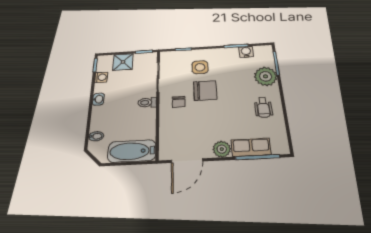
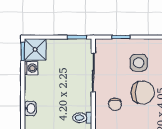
shower: (123, 62) -> (35, 49), moved
washbasin: (98, 99) -> (30, 108), moved
toilet: (147, 102) -> (82, 118), moved

